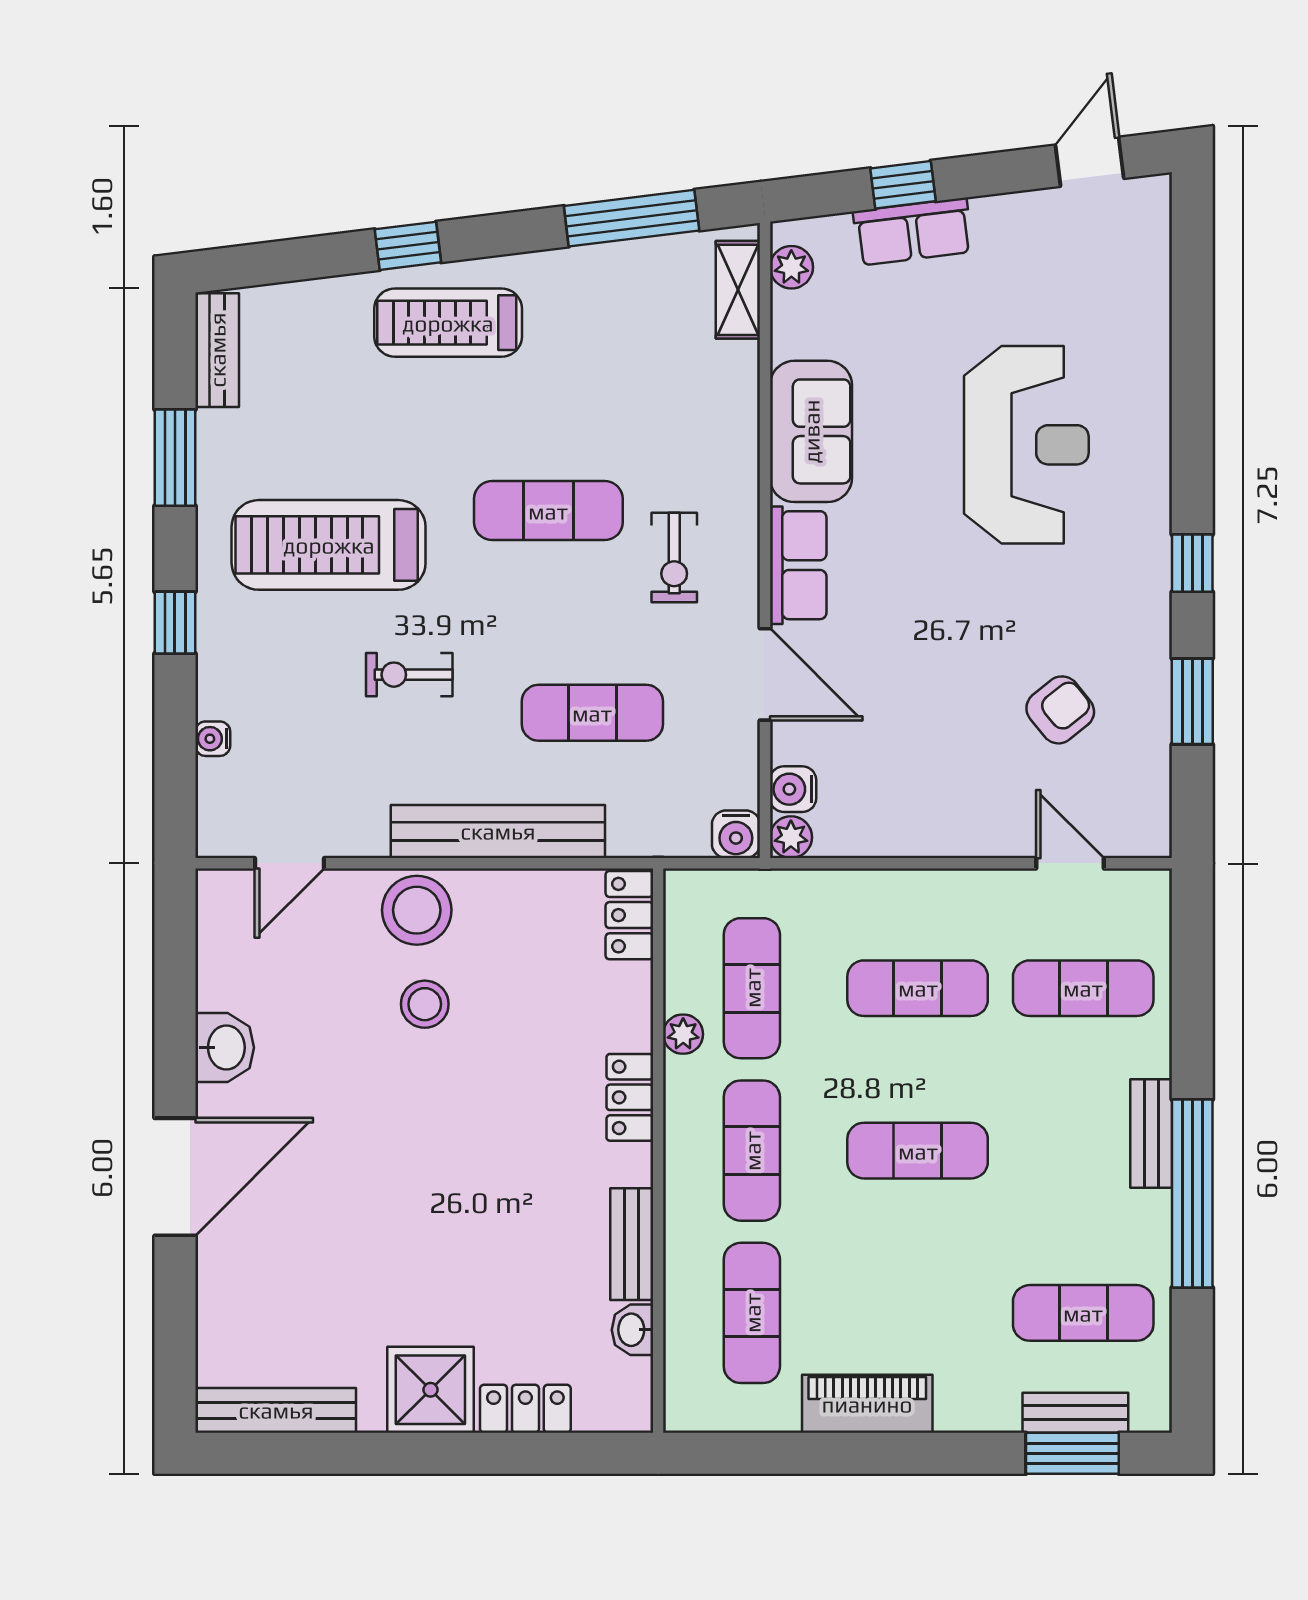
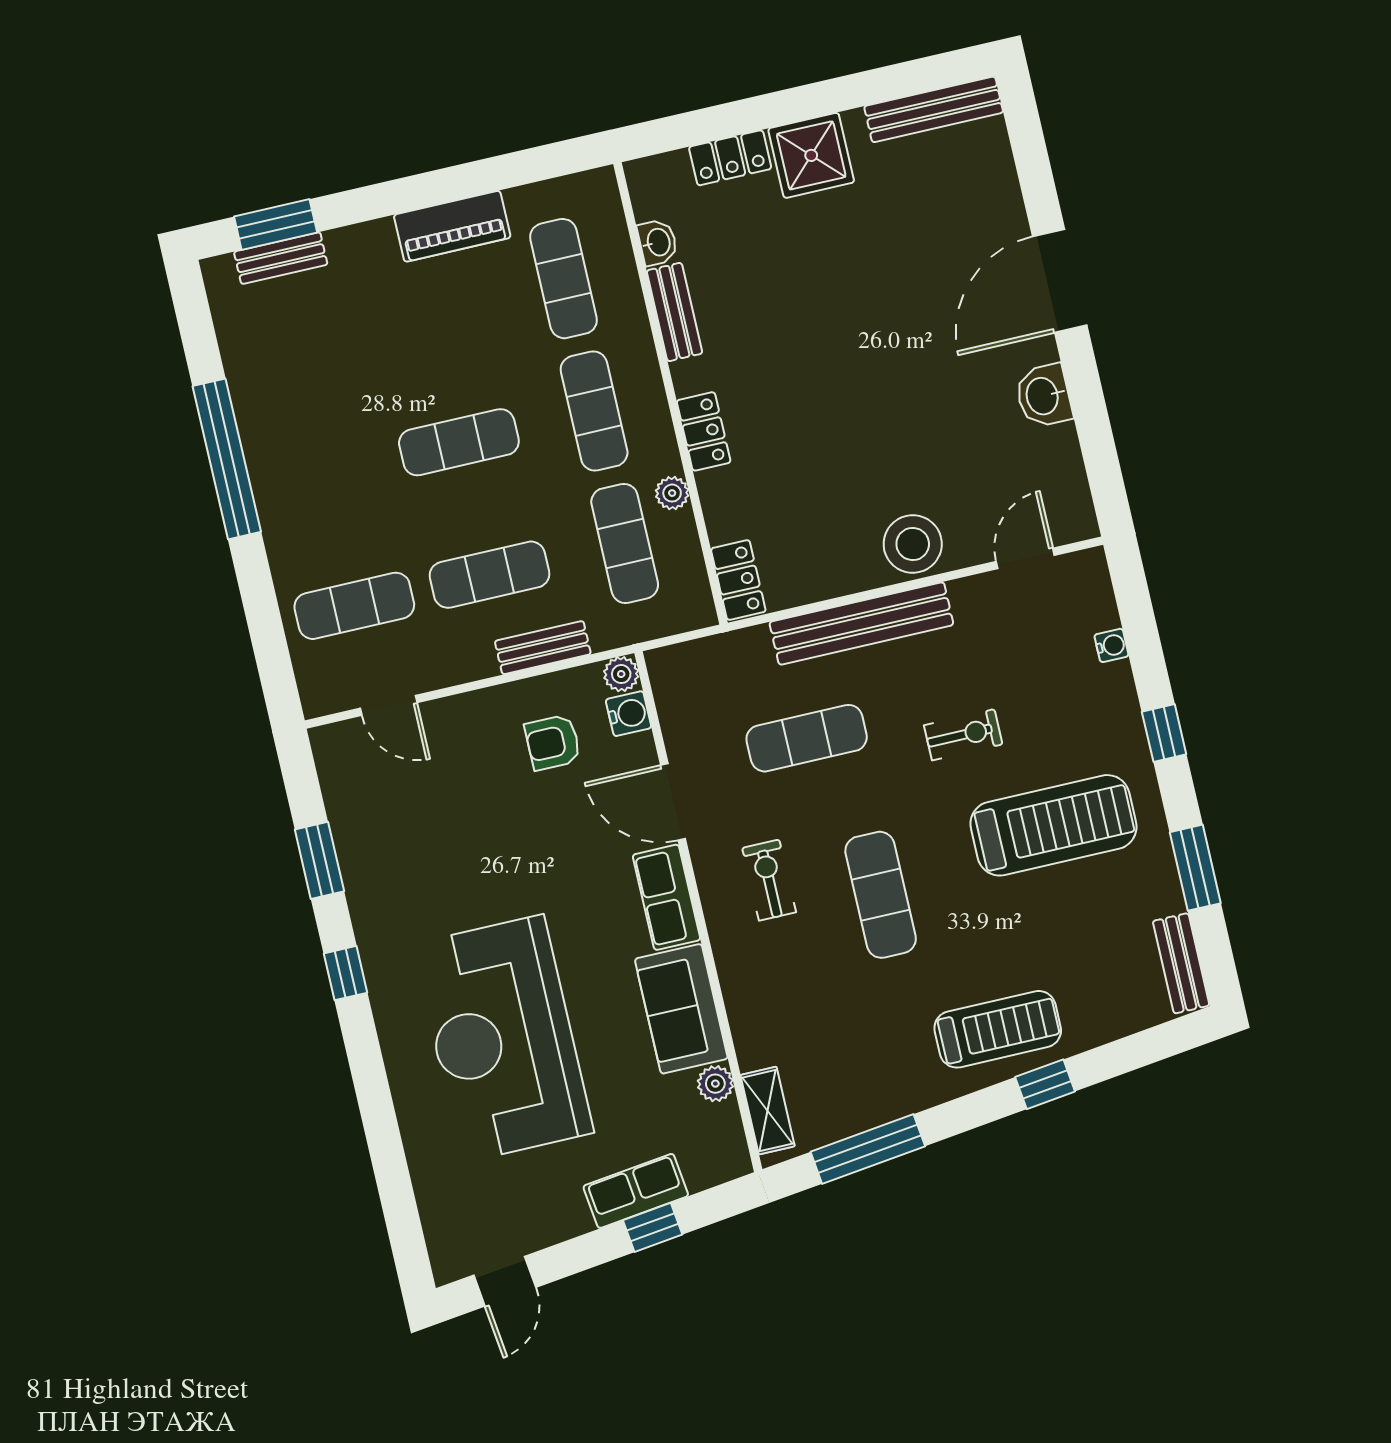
plant: (791, 267) -> (715, 1084), moved
reception desk: (1026, 445) -> (503, 1038), width x1.36, depth x1.30
exercise mat: (548, 511) -> (881, 895), turned 90
armchair: (1060, 710) -> (553, 742), moved, turned 39
water cooler: (736, 834) -> (667, 666), removed
stool: (425, 1004) -> (888, 469), removed
bench: (1151, 1133) -> (543, 648), moved, turned 90
exercise mat: (1083, 1313) -> (293, 341), removed

